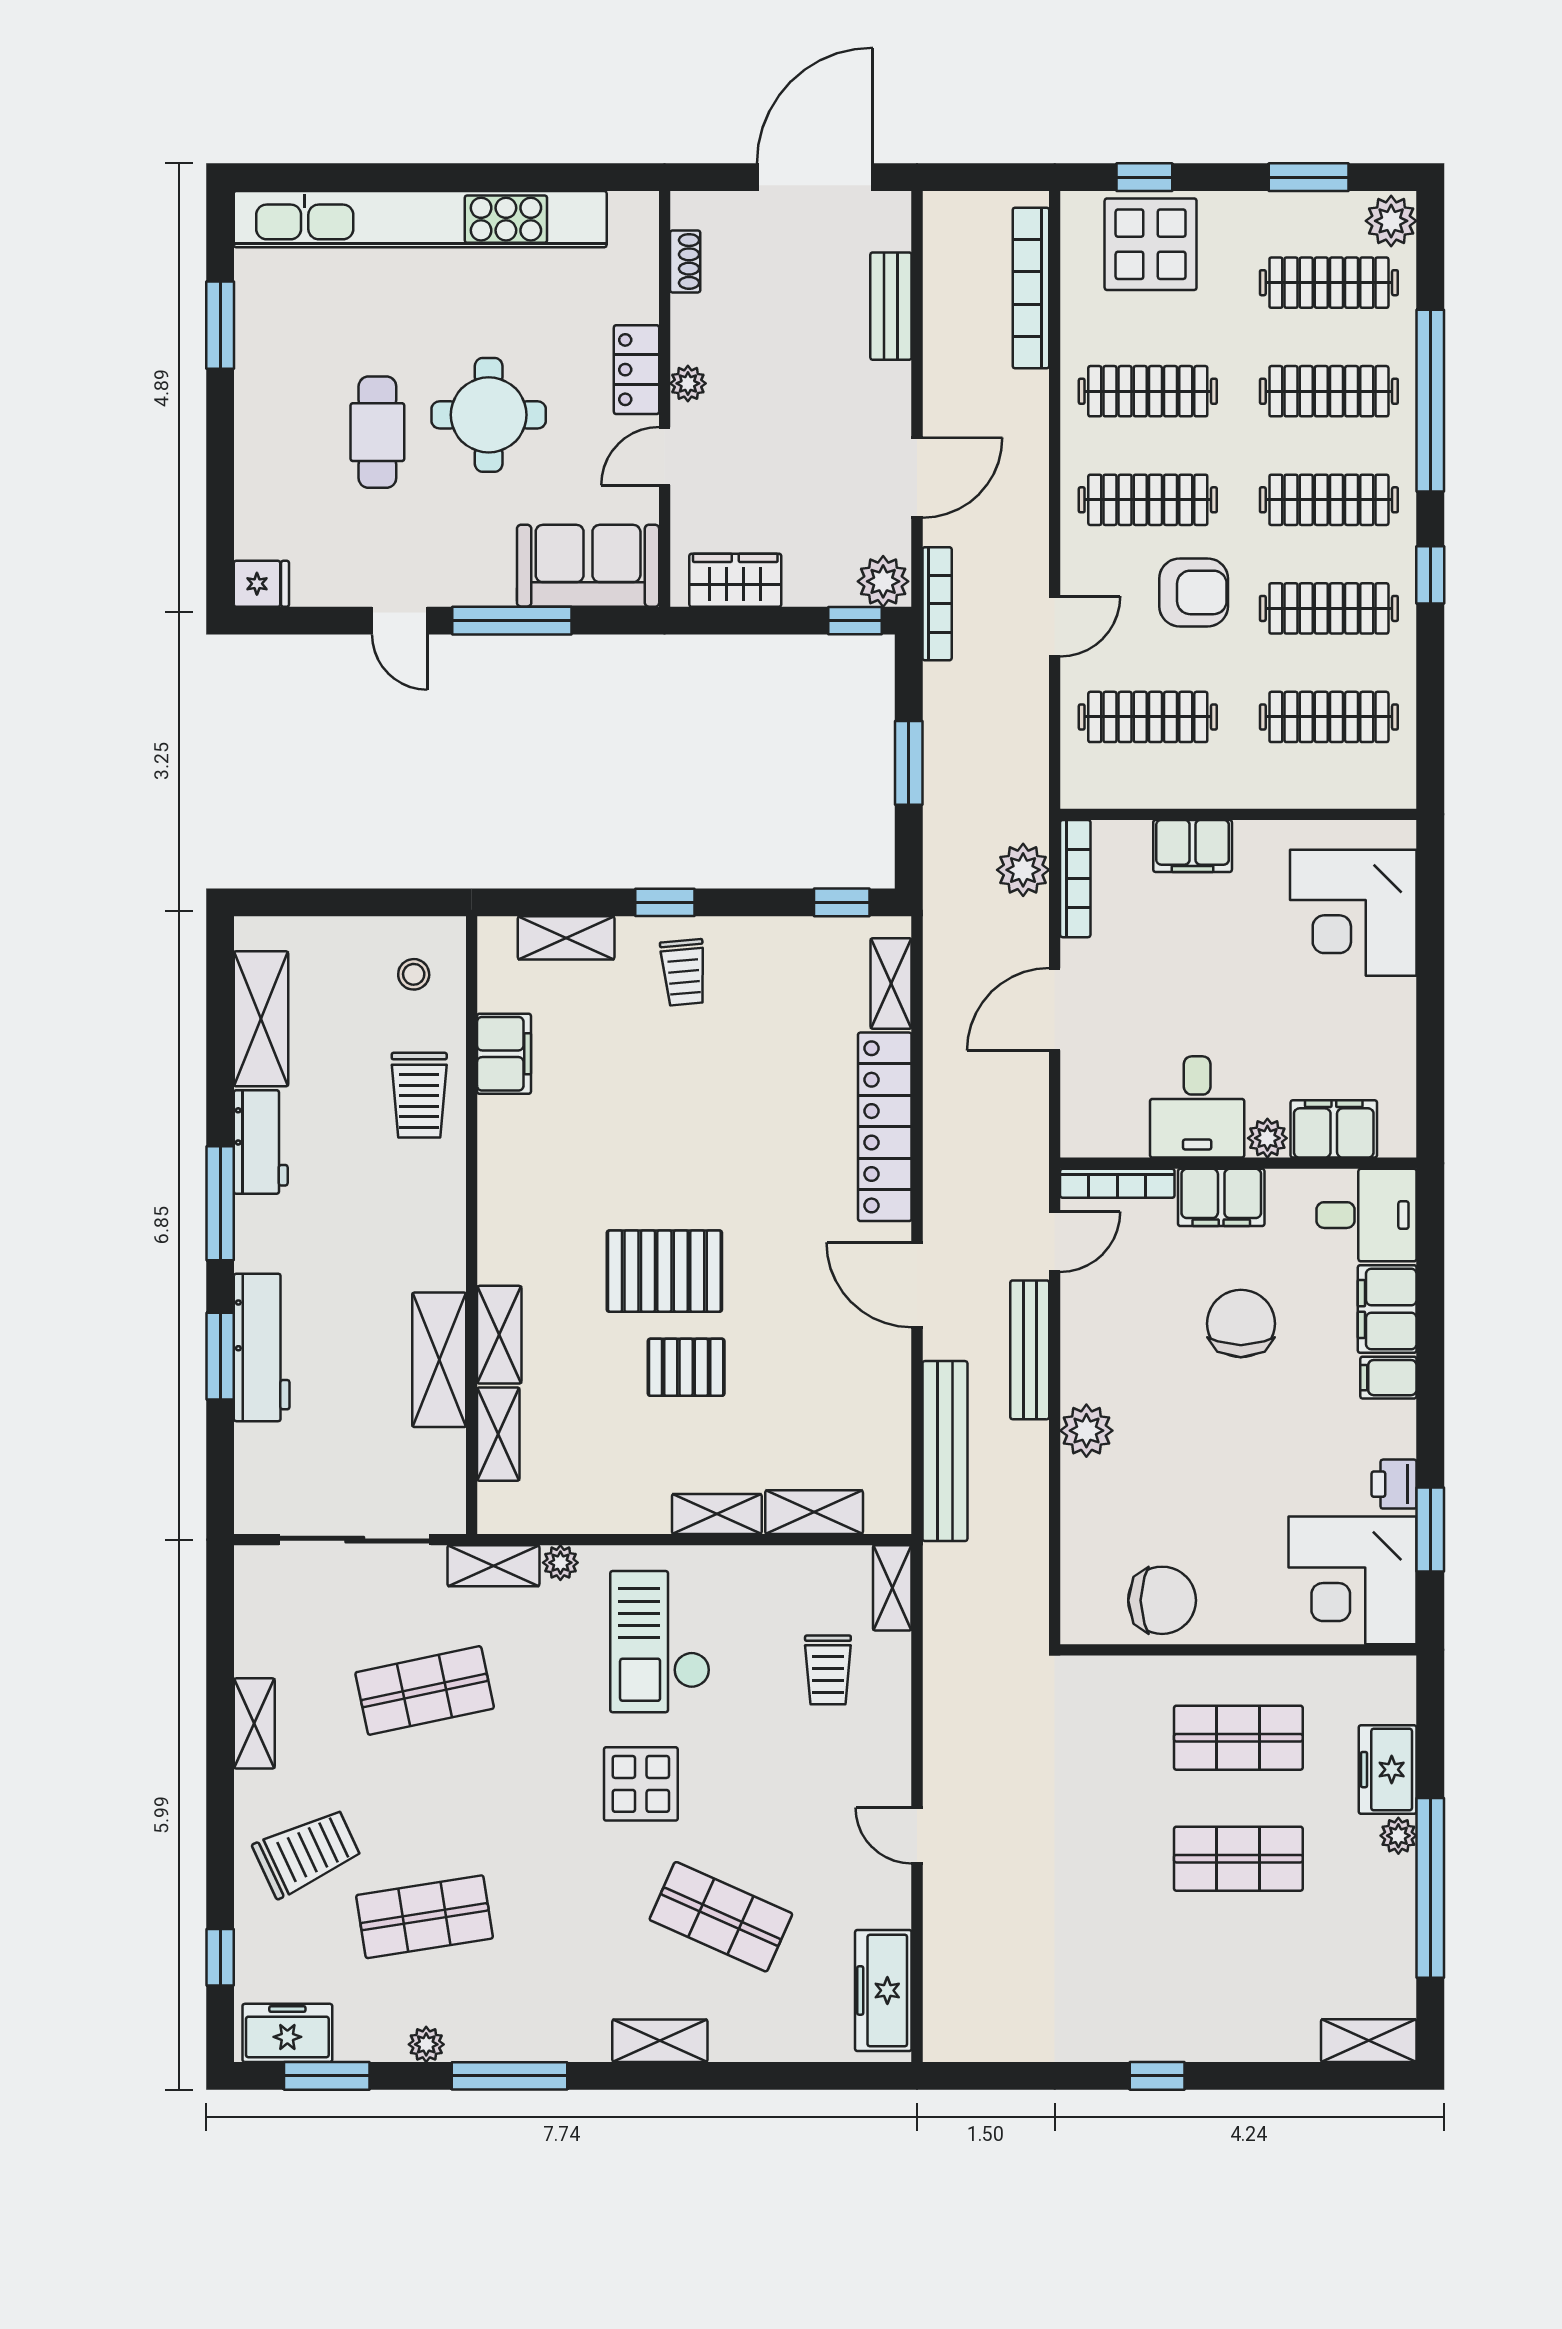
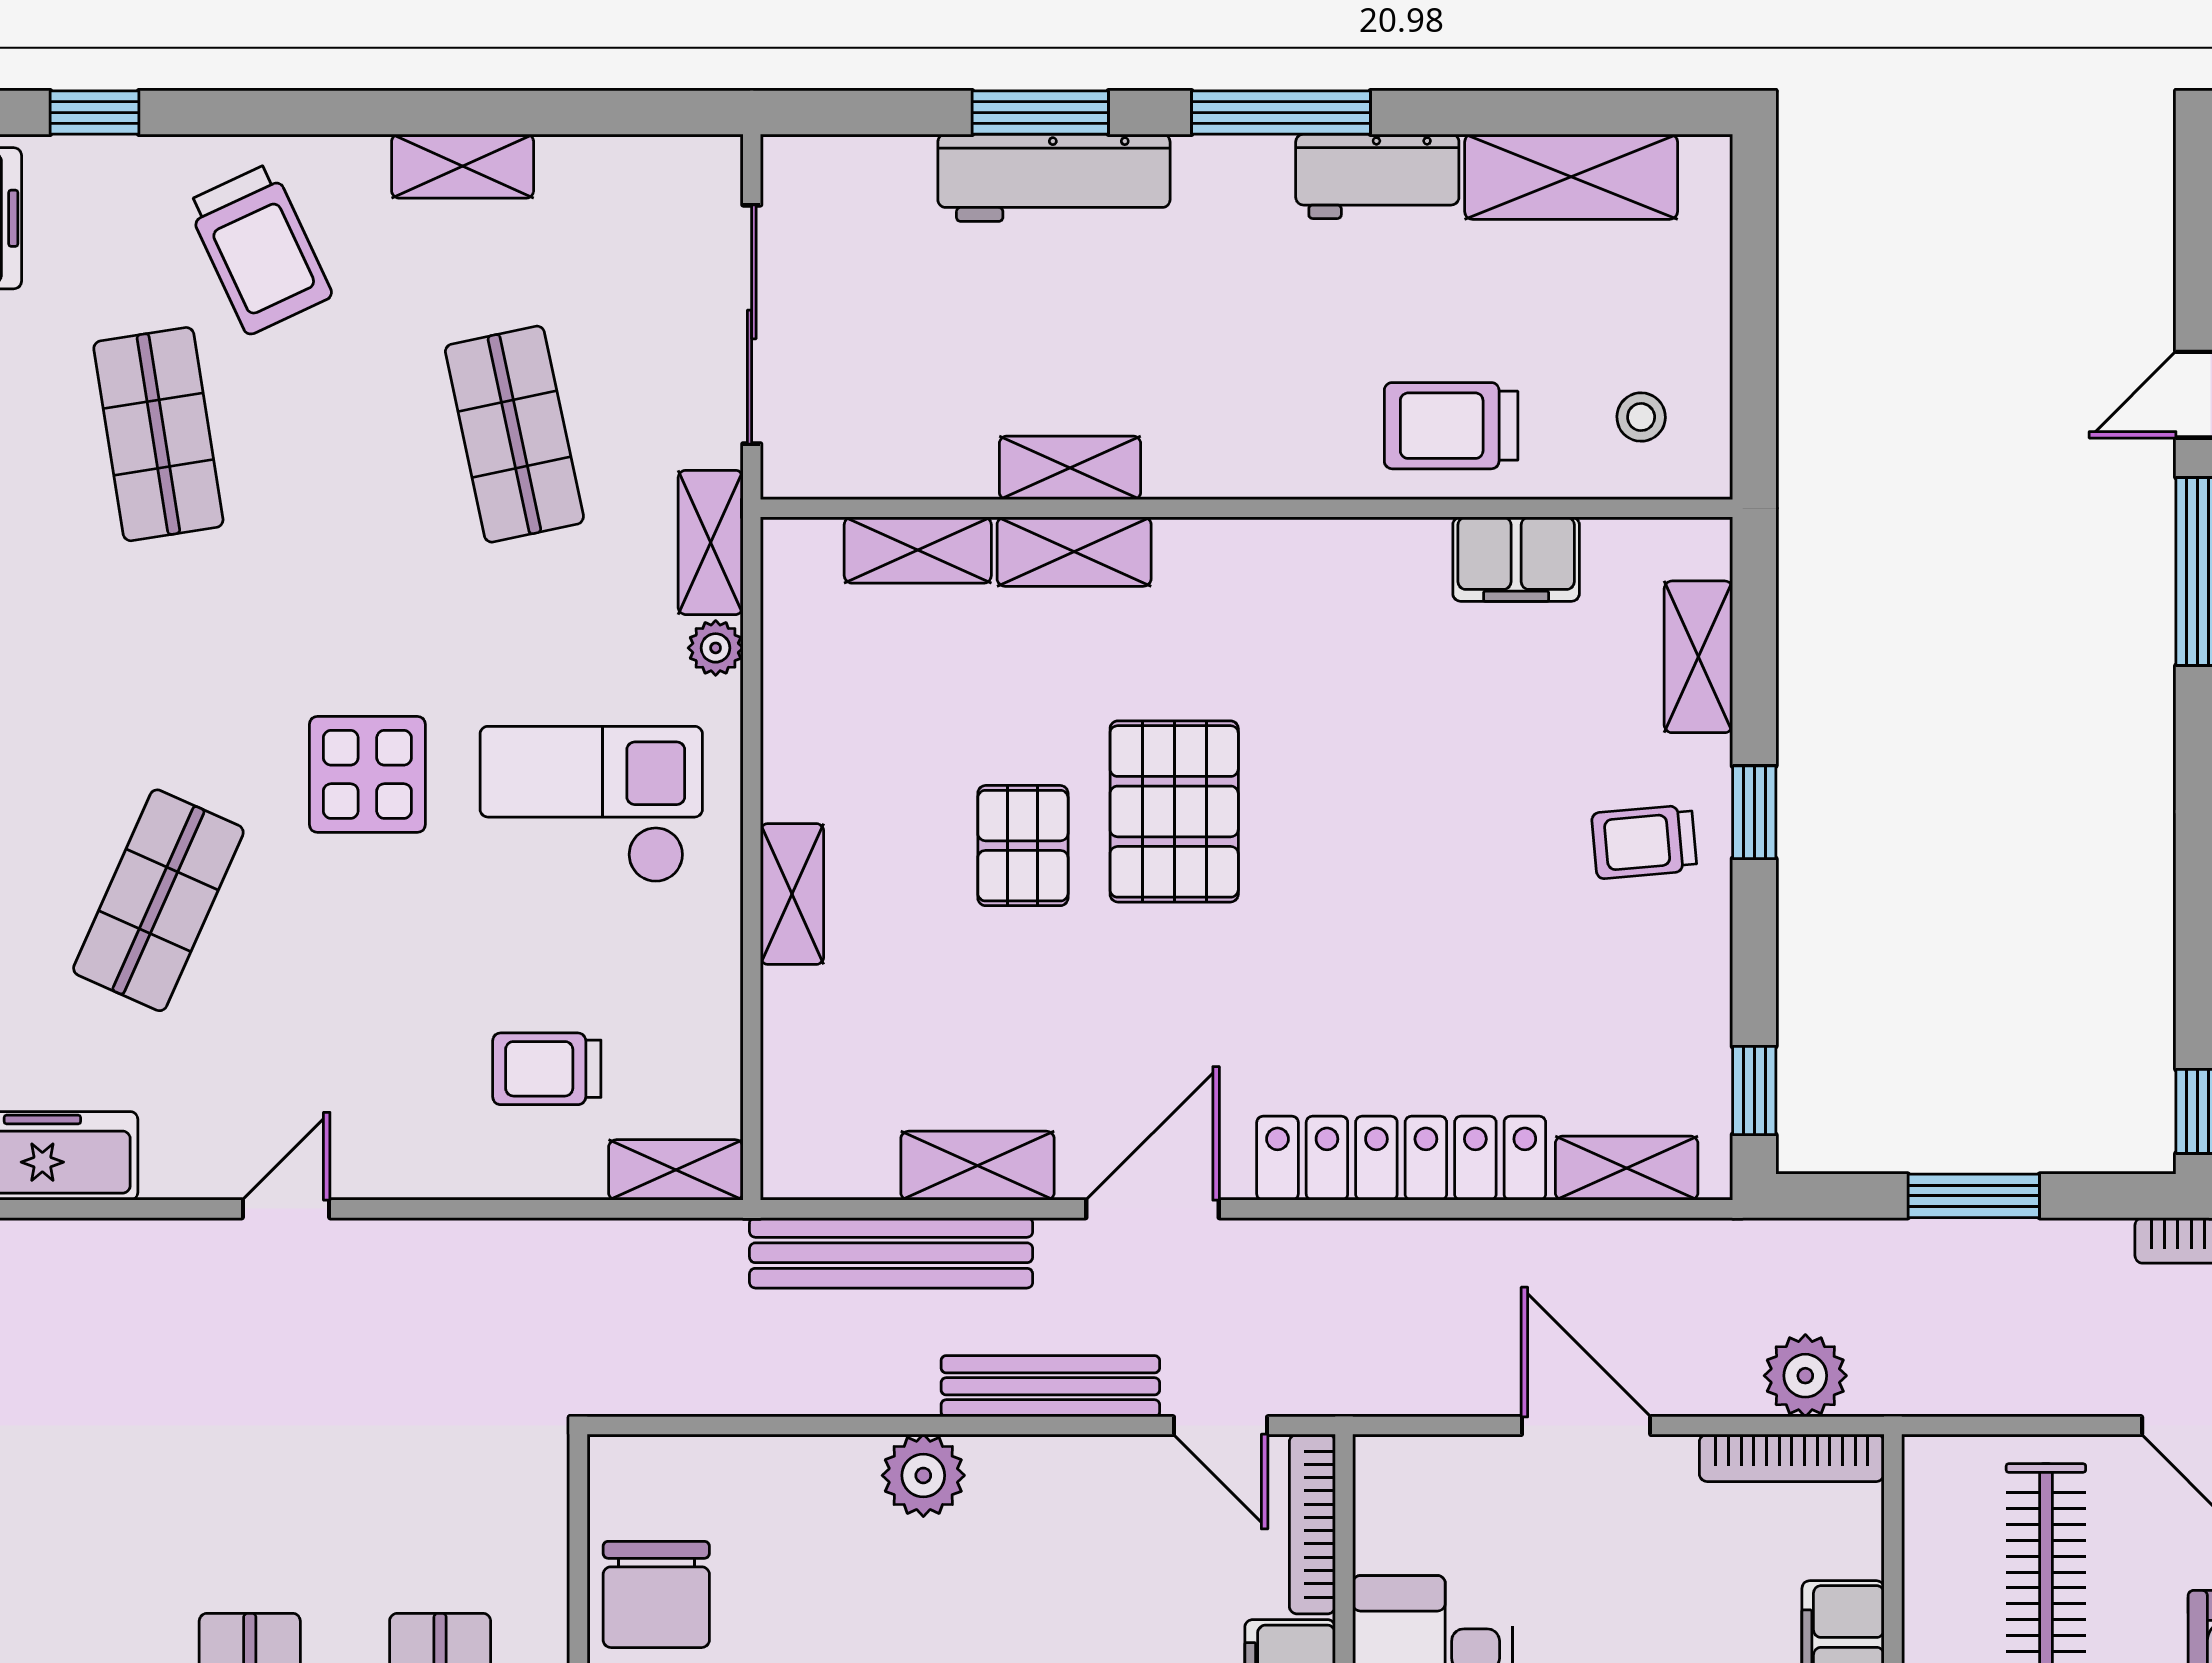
shelving: (439, 1360) -> (1070, 468), width x0.67, depth x0.75
shelving: (814, 1512) -> (978, 1166), moved, turned 90

